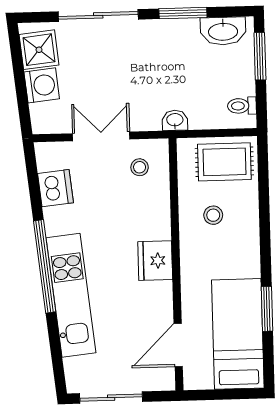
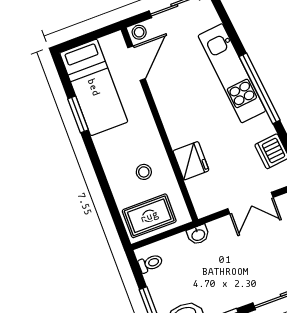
stool: (140, 167) -> (139, 32), moved
fridge: (155, 261) -> (191, 161), moved

